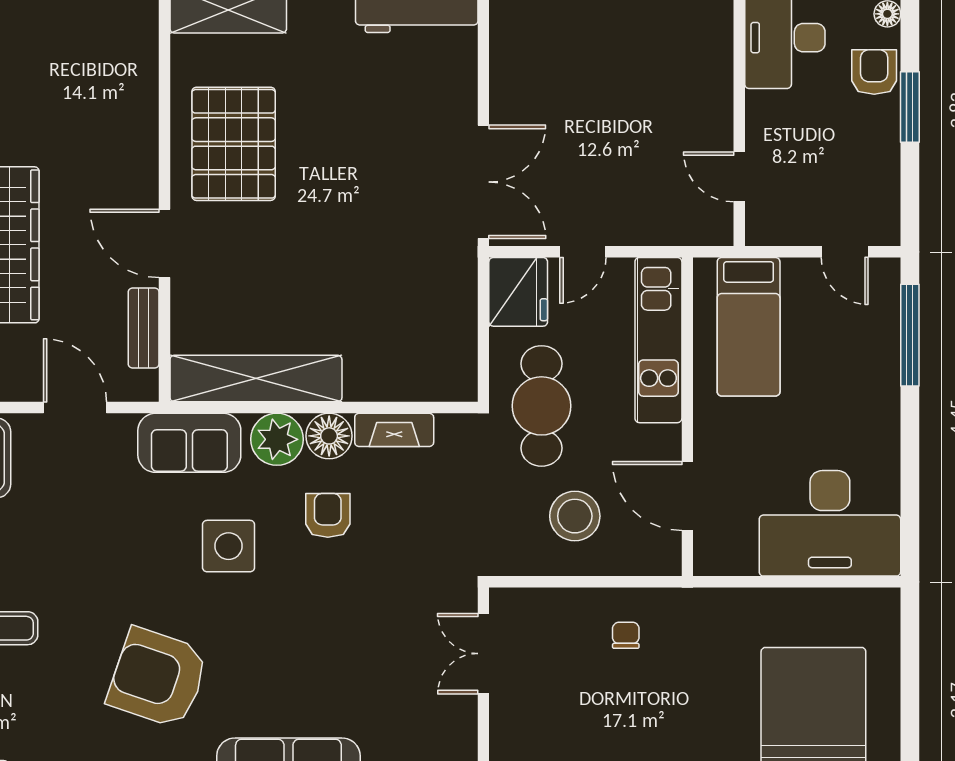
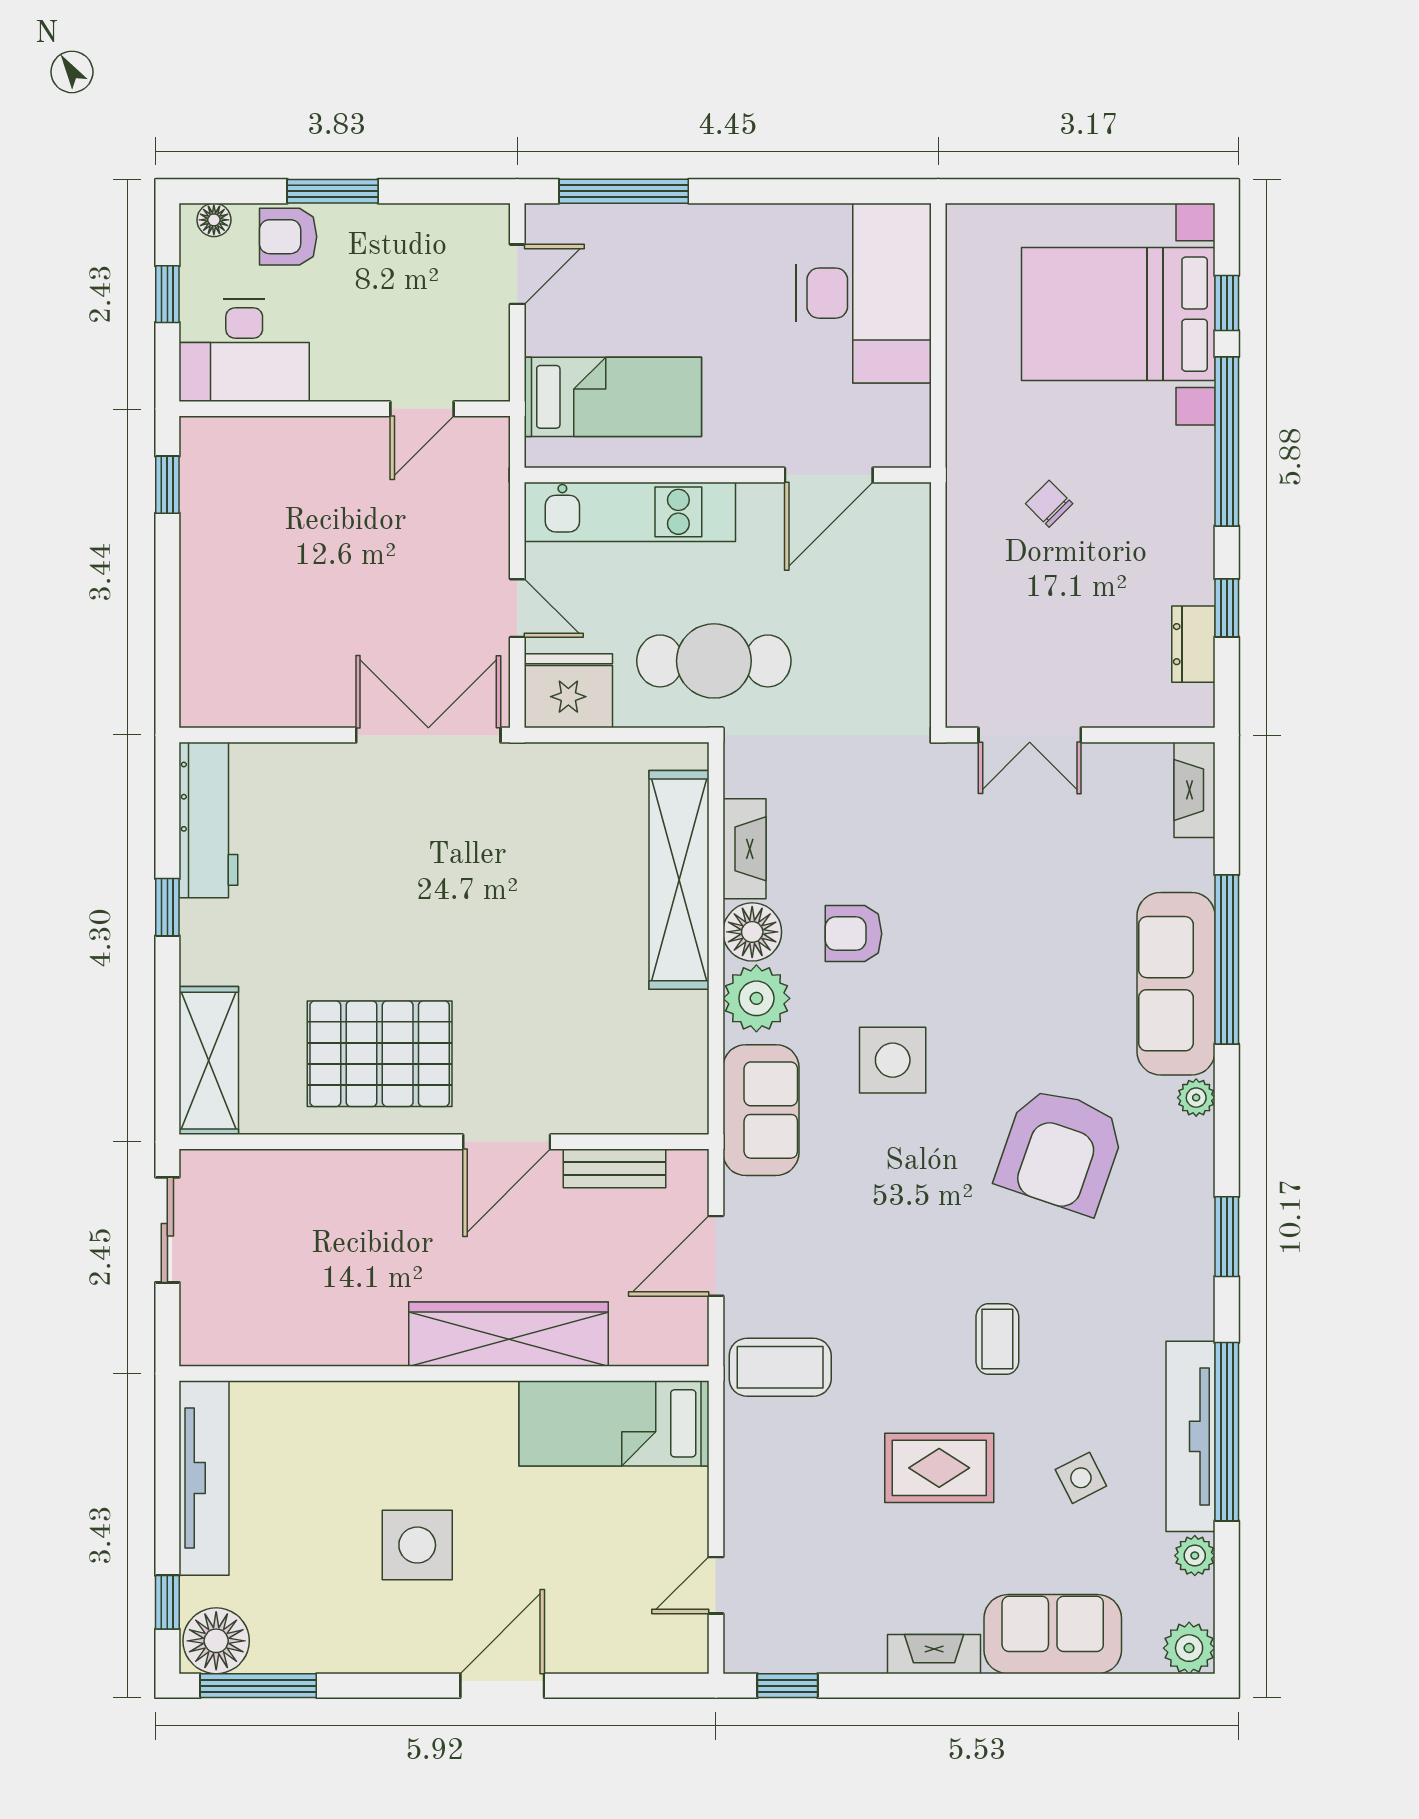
shelving: (256, 379) -> (679, 880), moved
stool: (575, 516) -> (854, 618), removed
chair: (626, 635) -> (1049, 504), moved, turned 45

